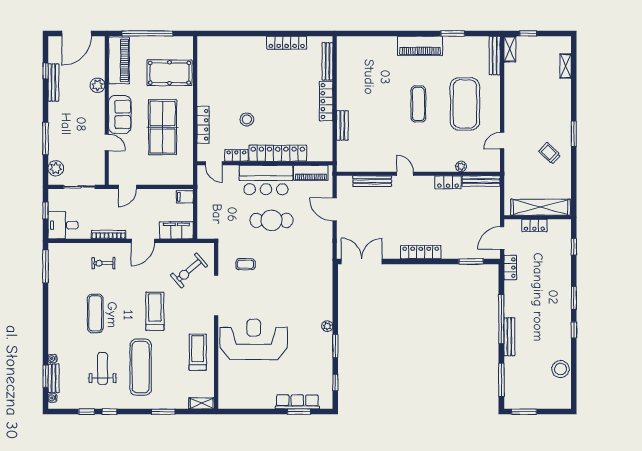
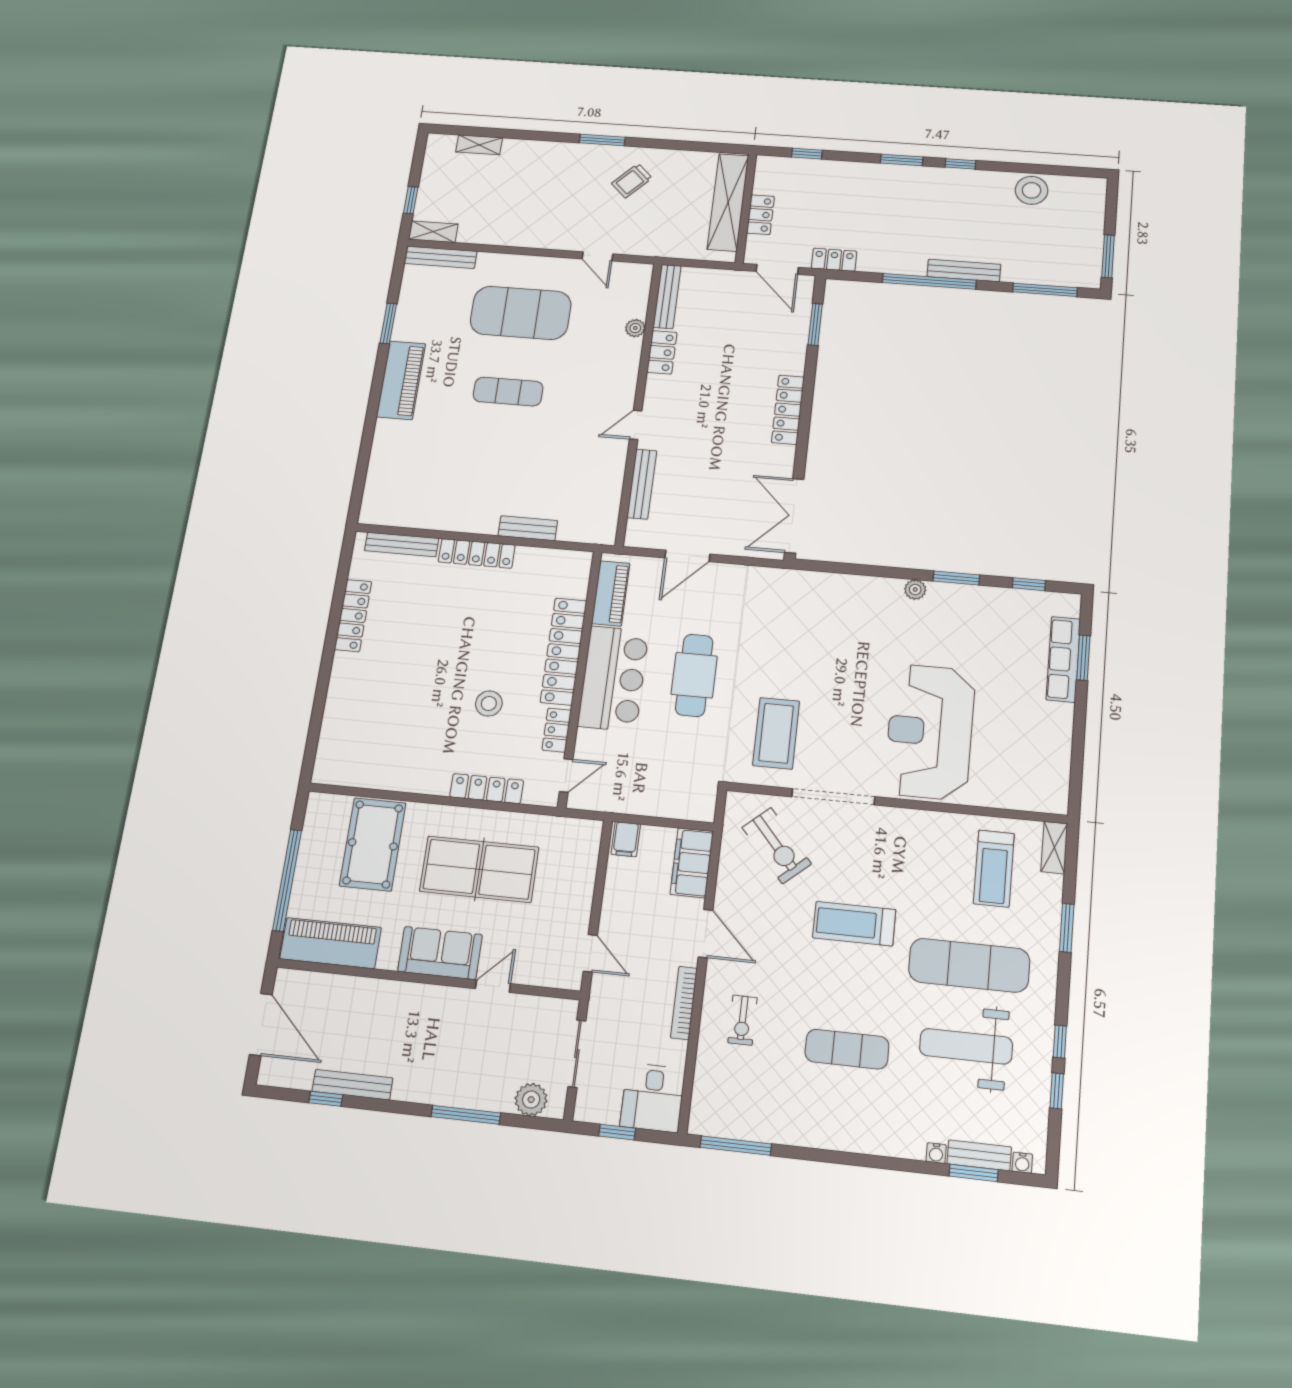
plant: (98, 85) -> (373, 993), removed
coffee table: (245, 264) -> (776, 733), width x1.86, depth x1.72
treadmill: (198, 352) -> (994, 869), moved, turned -90
weight bench: (103, 368) -> (966, 1046), width x1.36, depth x1.33

